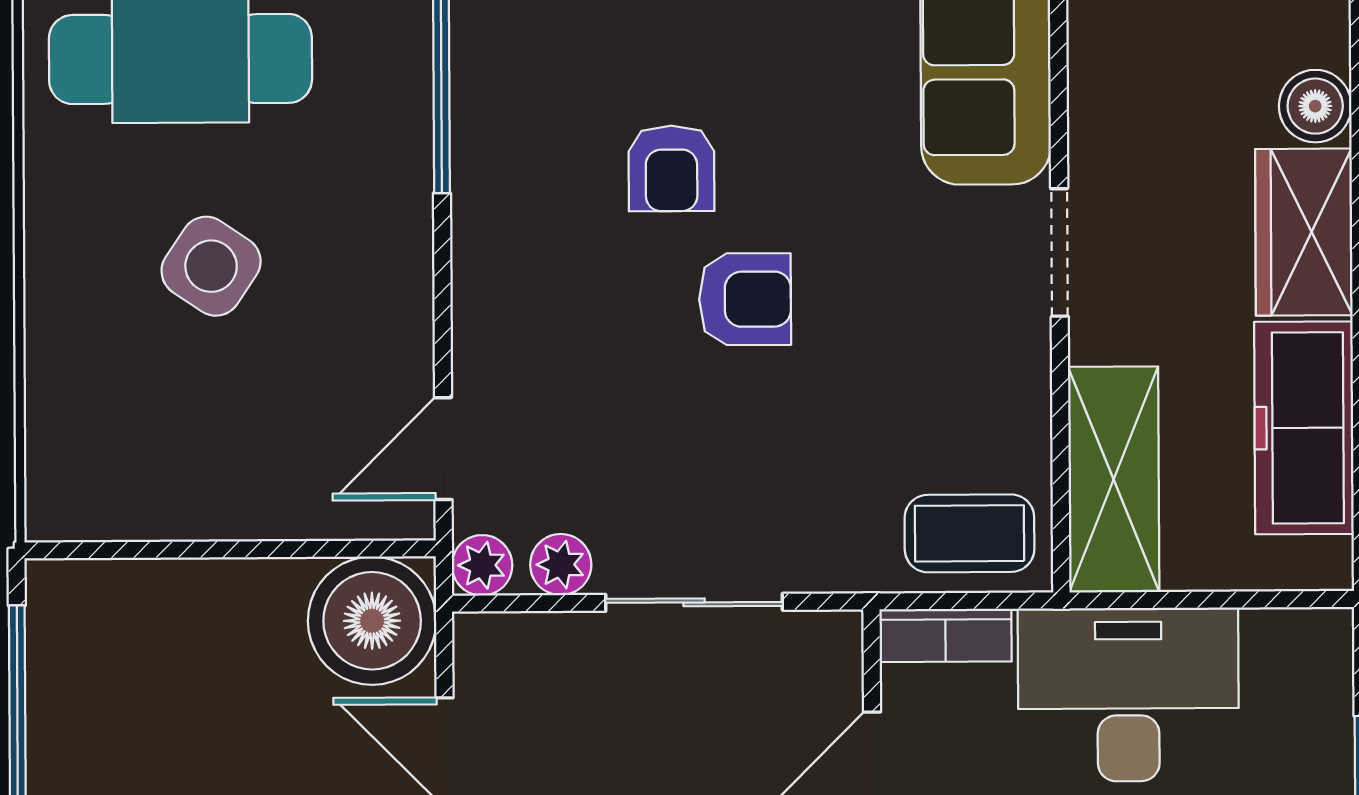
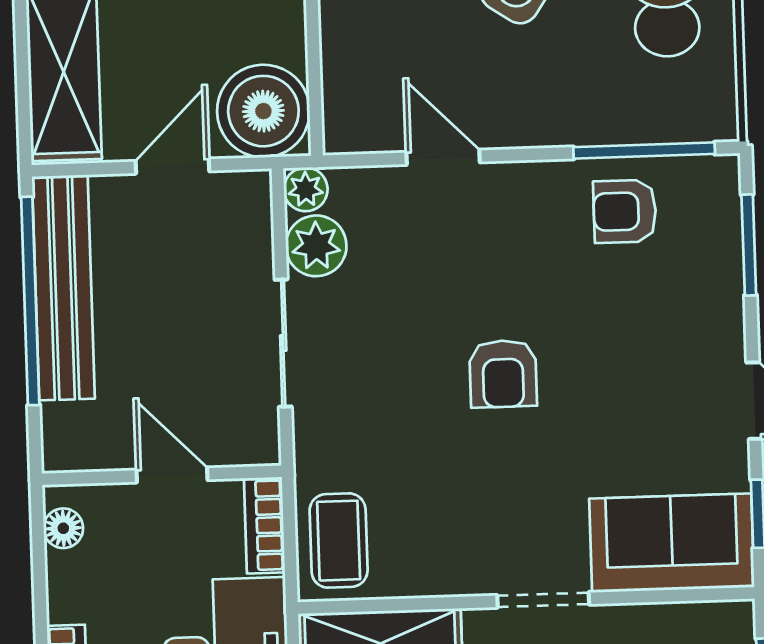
armchair: (671, 168) -> (625, 211), moved
door: (443, 449) -> (443, 157), moved
plant: (561, 565) -> (316, 246), width x1.38, depth x1.38

